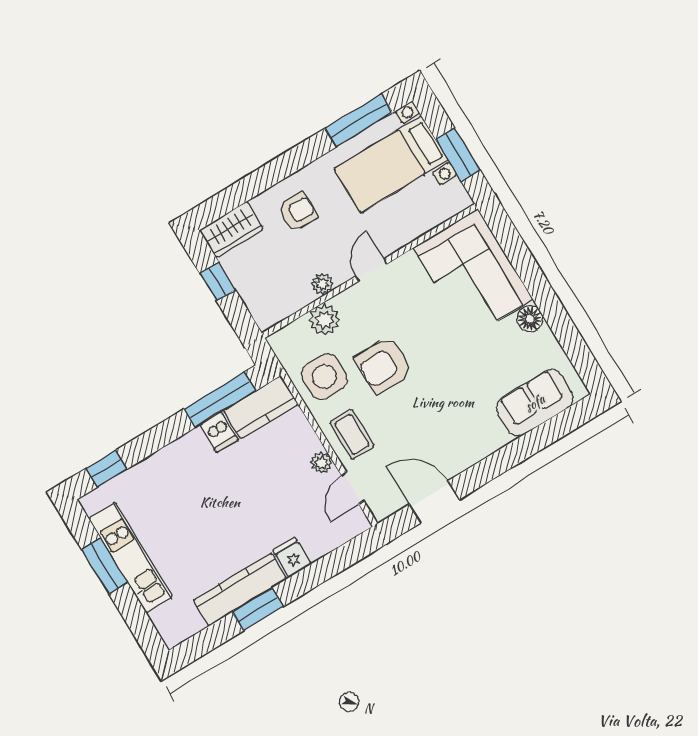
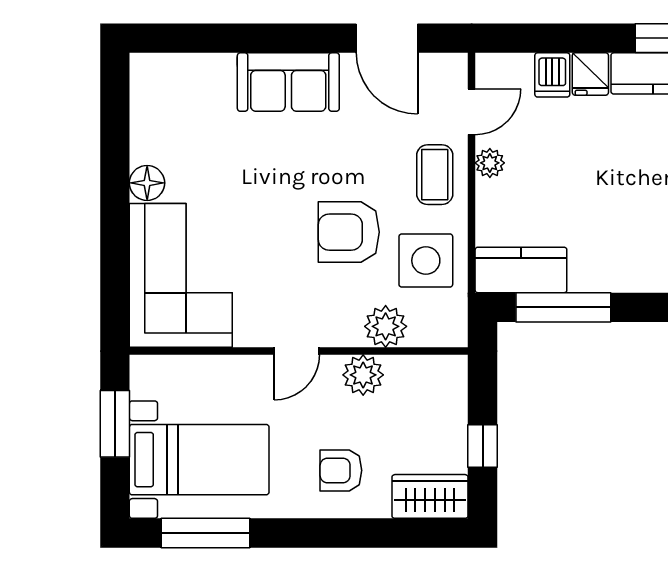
plant: (322, 284) -> (363, 375), width x1.38, depth x1.38
armchair: (384, 365) -> (349, 232), turned 180
sofa: (535, 403) -> (288, 82), moved
dishwasher: (219, 432) -> (552, 75), moved, turned 180

